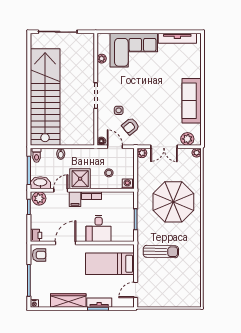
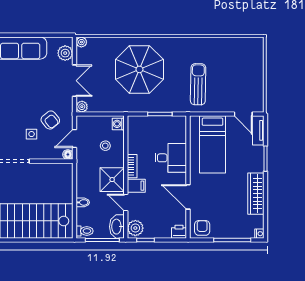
tv unit: (99, 303) -> (258, 130), moved

